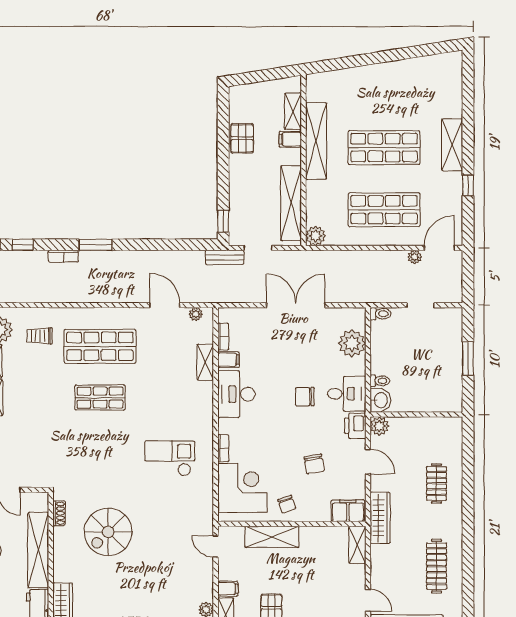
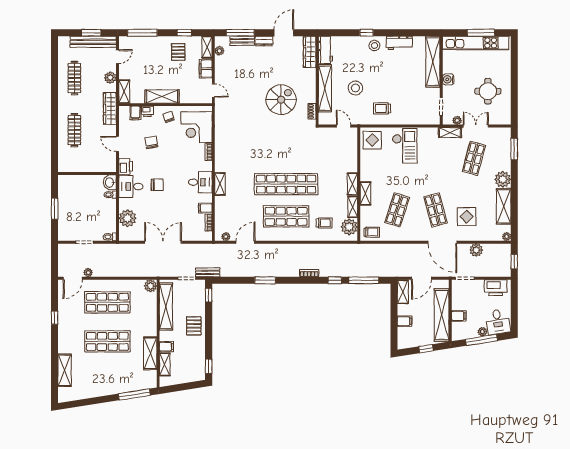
window: (341, 63) -> (134, 394), added
window: (223, 108) -> (209, 366), added
pallet: (242, 138) -> (194, 326), moved
shelving: (316, 141) -> (150, 353), width x0.68
shelving: (452, 145) -> (65, 370), moved
window: (96, 245) -> (265, 280), moved
door: (165, 305) -> (245, 242), swing flipped
double door: (296, 305) -> (163, 242), swing flipped
shelving: (205, 362) -> (220, 184), moved
desk: (236, 394) -> (200, 182), width x0.73
shop shelf: (100, 398) -> (286, 184), width x2.00, depth x1.36
plant: (379, 426) -> (110, 78), moved
checkout: (170, 458) -> (242, 146), removed
clothes rail: (437, 483) -> (74, 130), width x1.36
filing cabinet: (348, 511) -> (135, 113), width x0.50
printer: (320, 513) -> (147, 111), added
shelving: (272, 537) -> (162, 97), moved
filing cabinet: (228, 589) -> (206, 69), width x2.00
door: (368, 600) -> (118, 57), swing flipped

